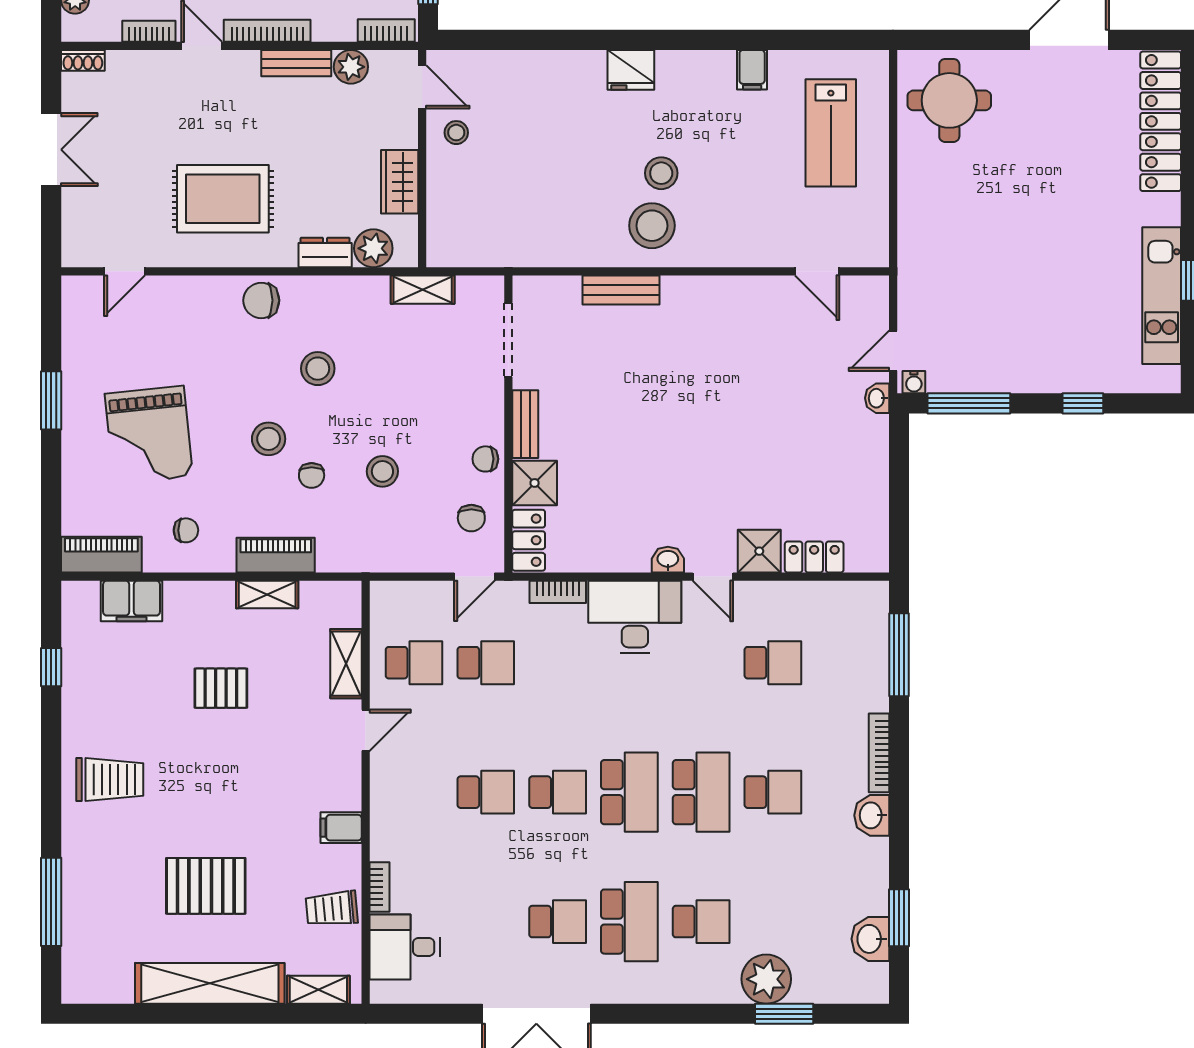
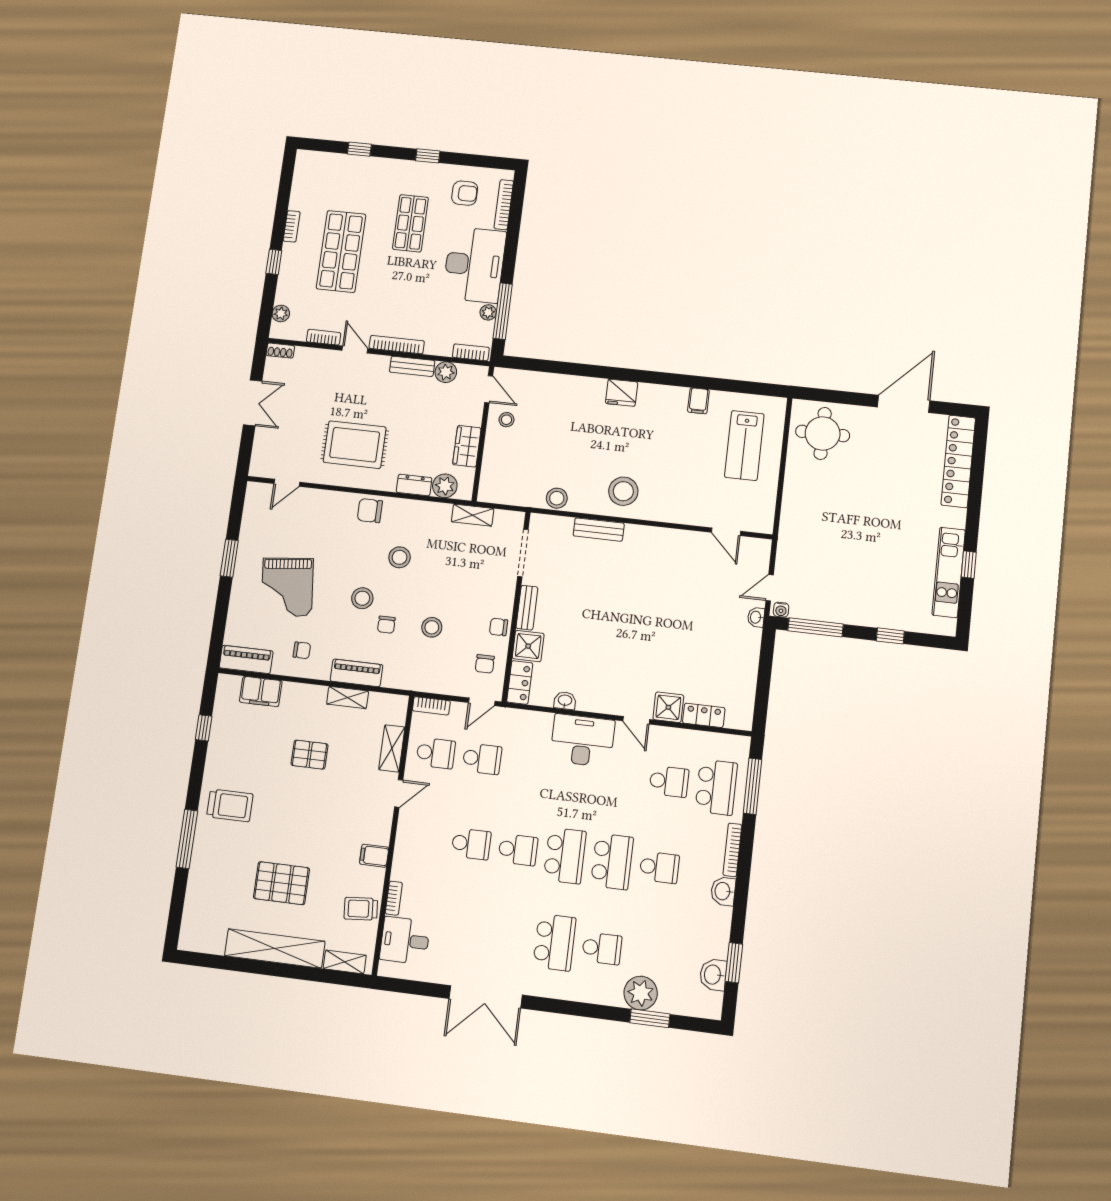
stool: (661, 173) -> (557, 498), moved
washbasin: (668, 560) -> (565, 701), moved
bookcase: (558, 592) -> (431, 706), moved
window: (51, 902) -> (187, 839), moved
school desk: (558, 922) -> (716, 787), moved, width x1.85

